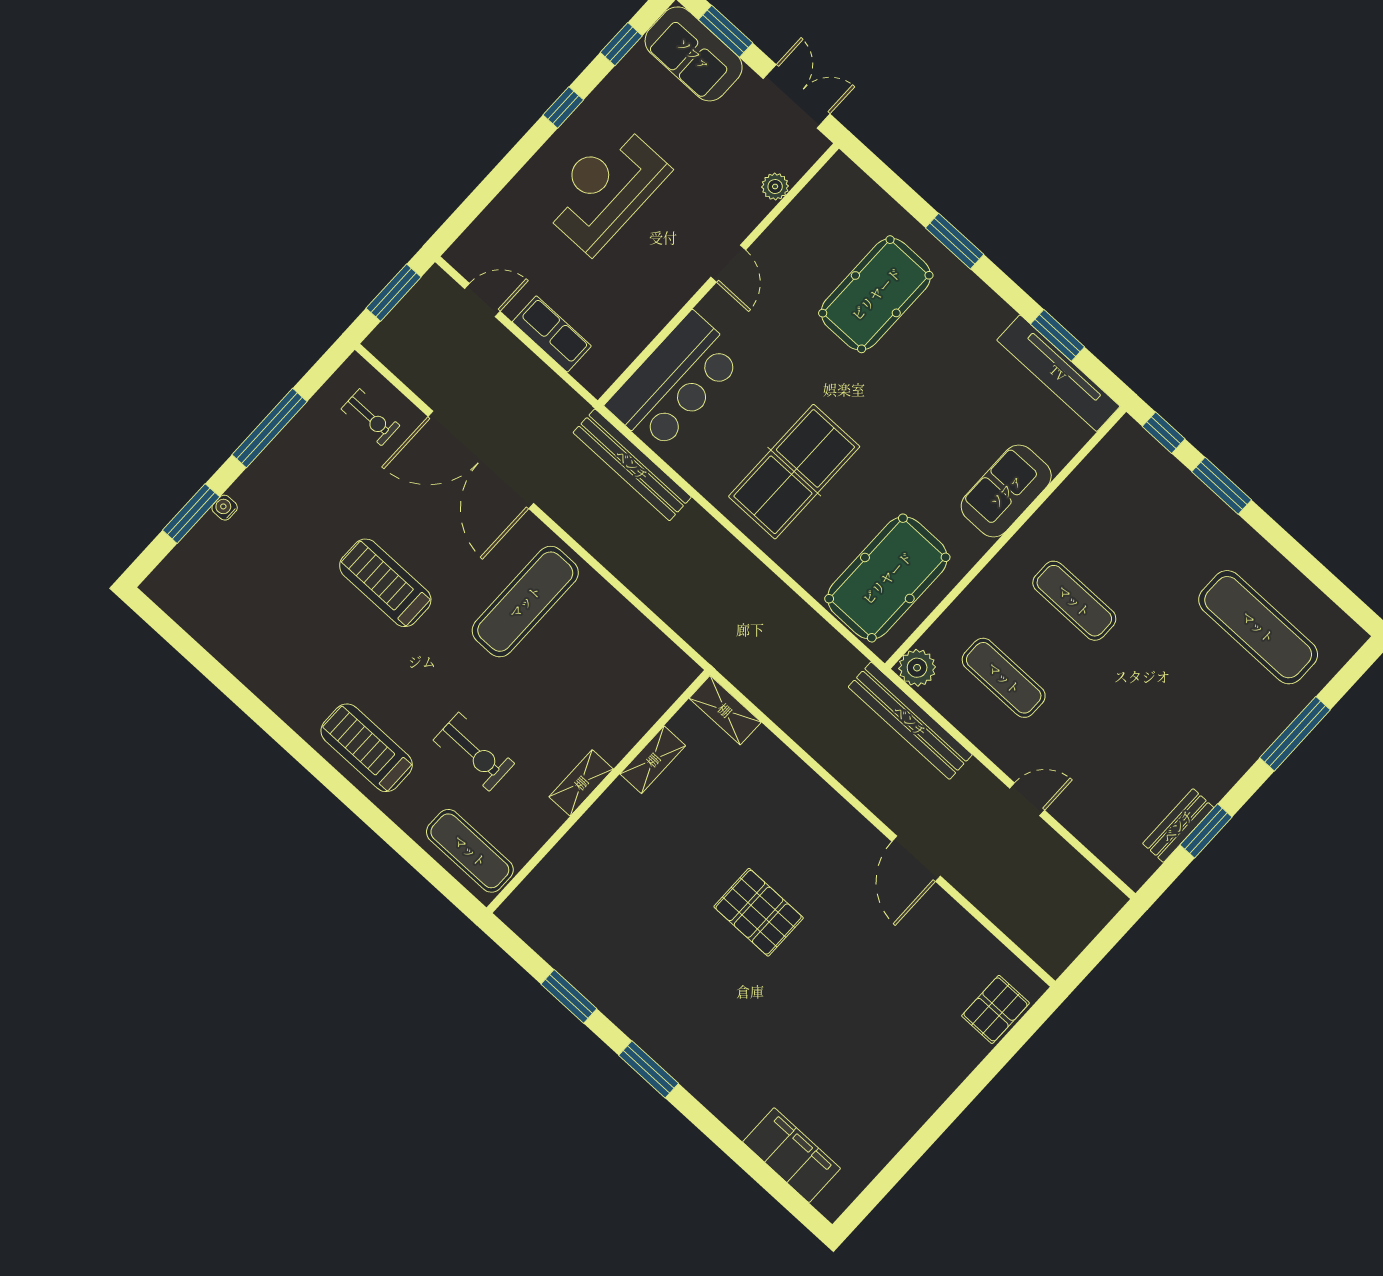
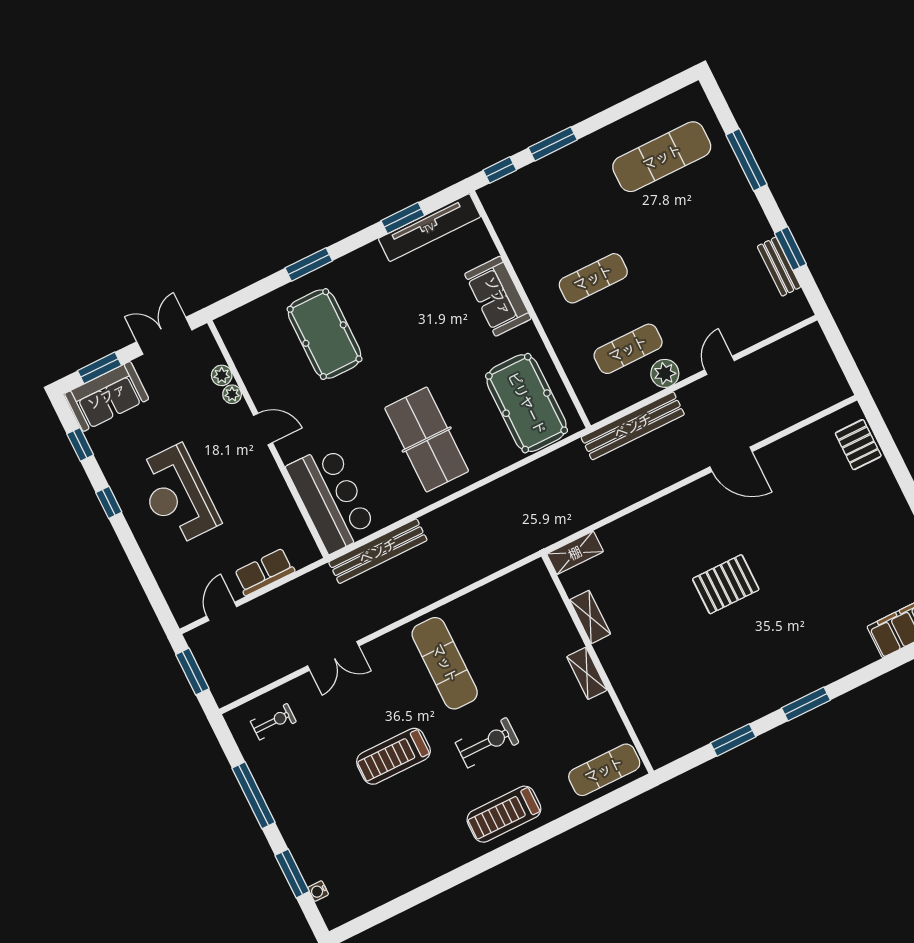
plant: (757, 208) -> (232, 394), added
double door: (481, 460) -> (333, 656), width x0.54
water cooler: (225, 508) -> (318, 891), moved
plant: (917, 668) -> (665, 373), moved
exercise bike: (474, 752) -> (487, 743), moved

